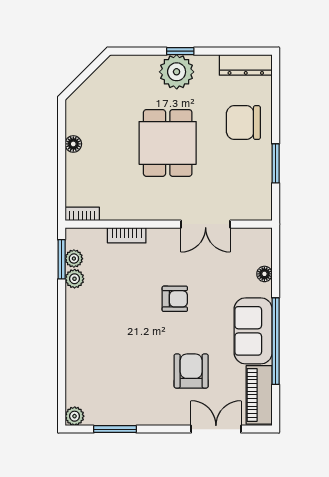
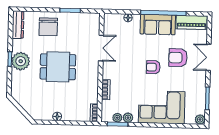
armchair: (175, 299) -> (153, 67), moved, turned -90
corner sofa: (96, 342) -> (162, 107), added
double door: (216, 429) -> (208, 57), moved

